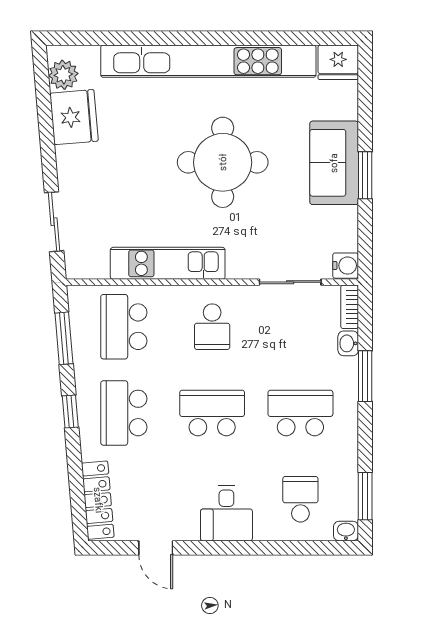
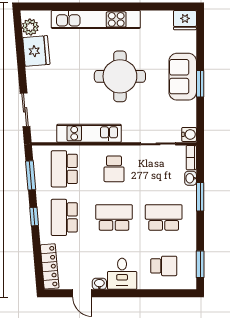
kitchen unit: (208, 61) -> (96, 19), width x0.73
school desk: (300, 499) -> (164, 266), turned 90
washbasin: (346, 531) -> (99, 284), moved

